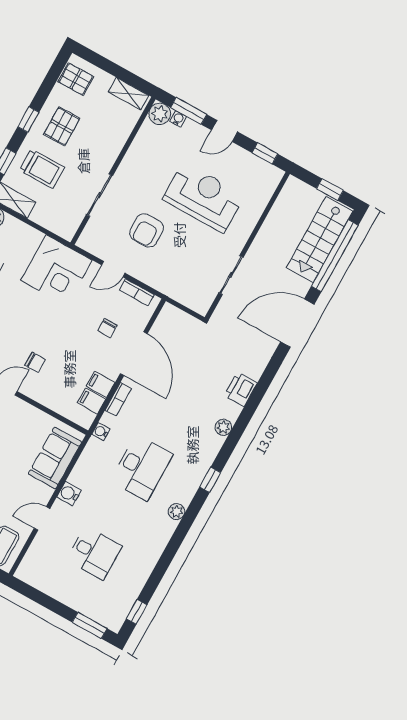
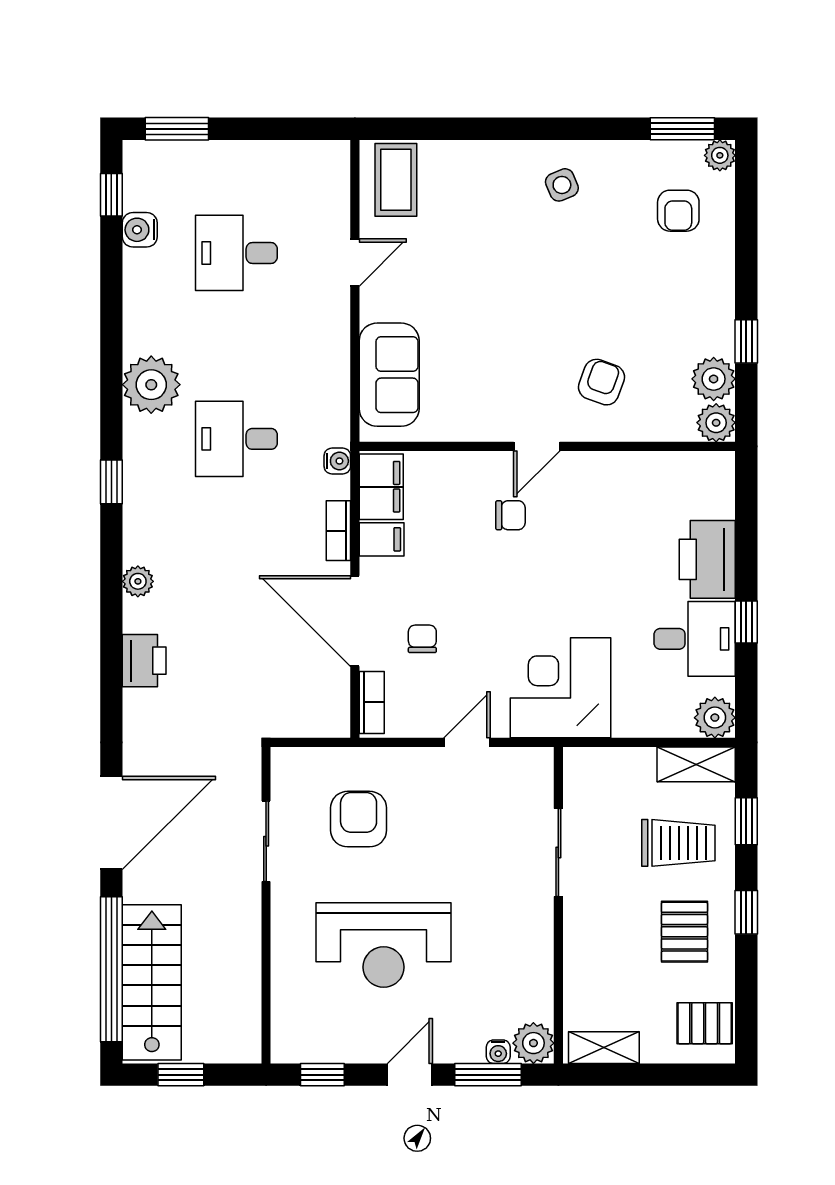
trolley: (42, 169) -> (678, 843), turned 180
armchair: (147, 230) -> (359, 819), moved
bookcase: (137, 292) -> (372, 702), moved, turned 90
chair: (35, 362) -> (510, 515), turned 180
filing cabinet: (92, 401) -> (381, 487), width x2.00
desk: (142, 468) -> (236, 439), width x0.73
water cooler: (69, 494) -> (140, 230), moved, turned 180
plant: (177, 512) -> (151, 385), width x1.88, depth x1.88

